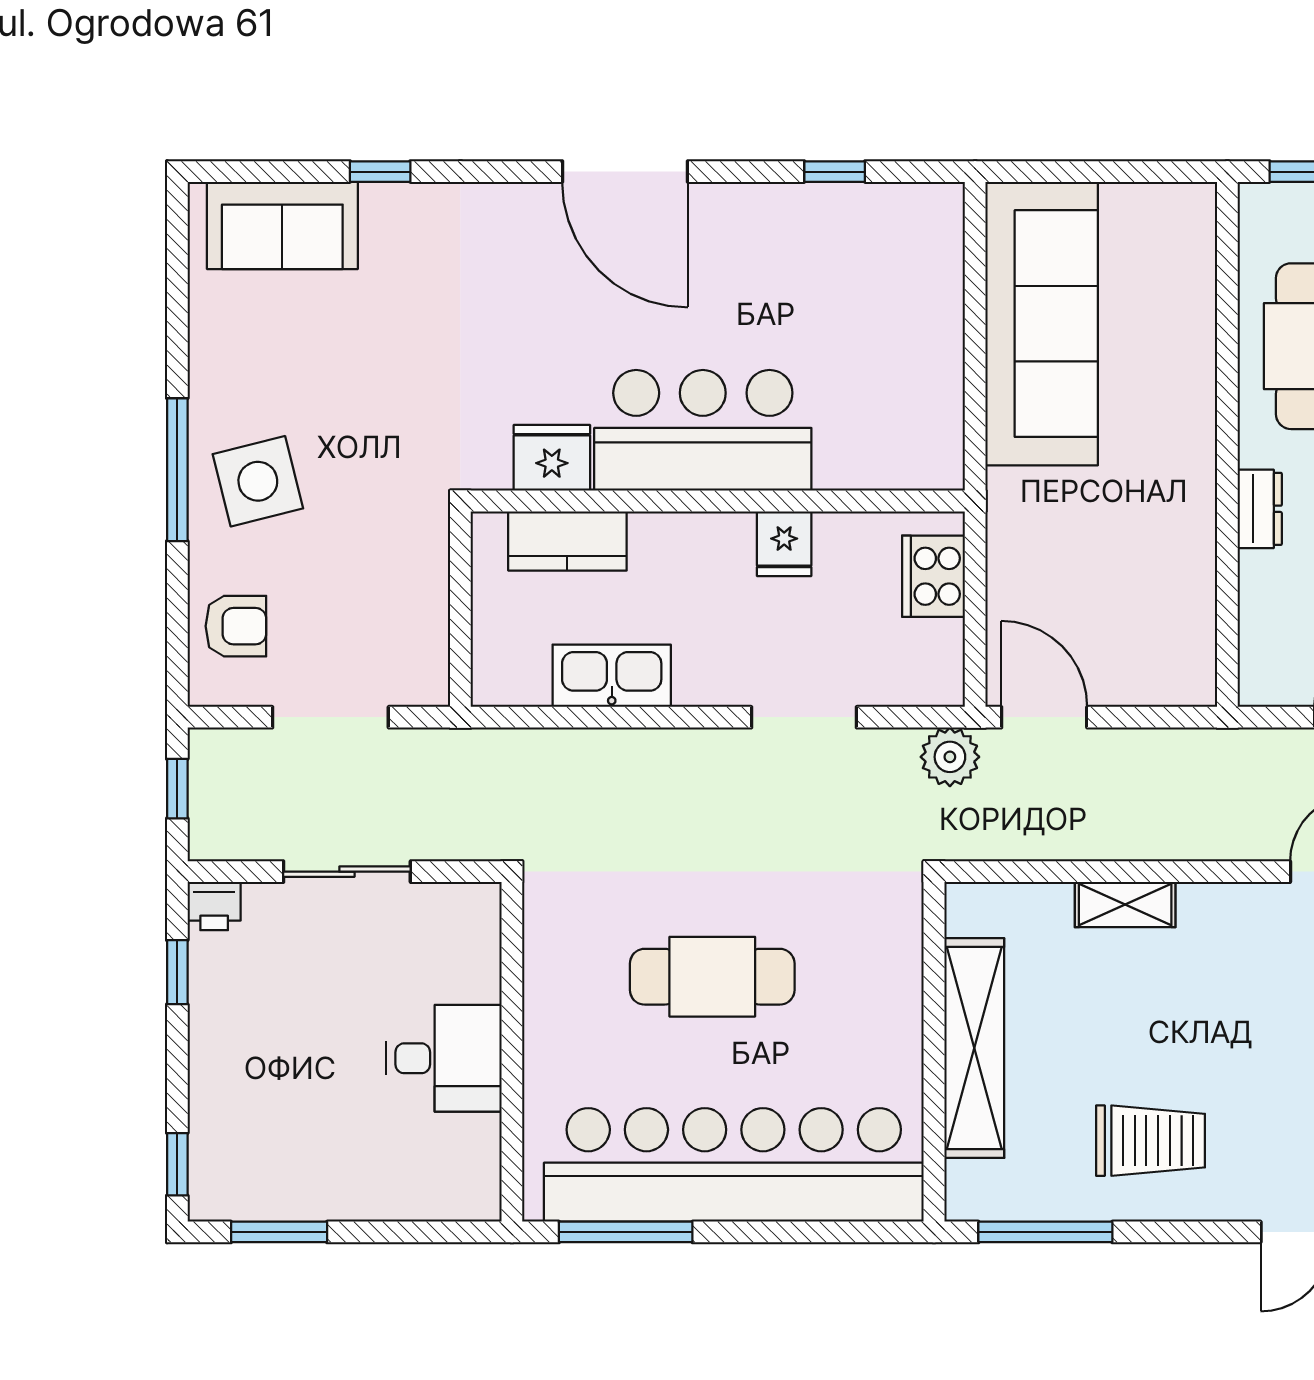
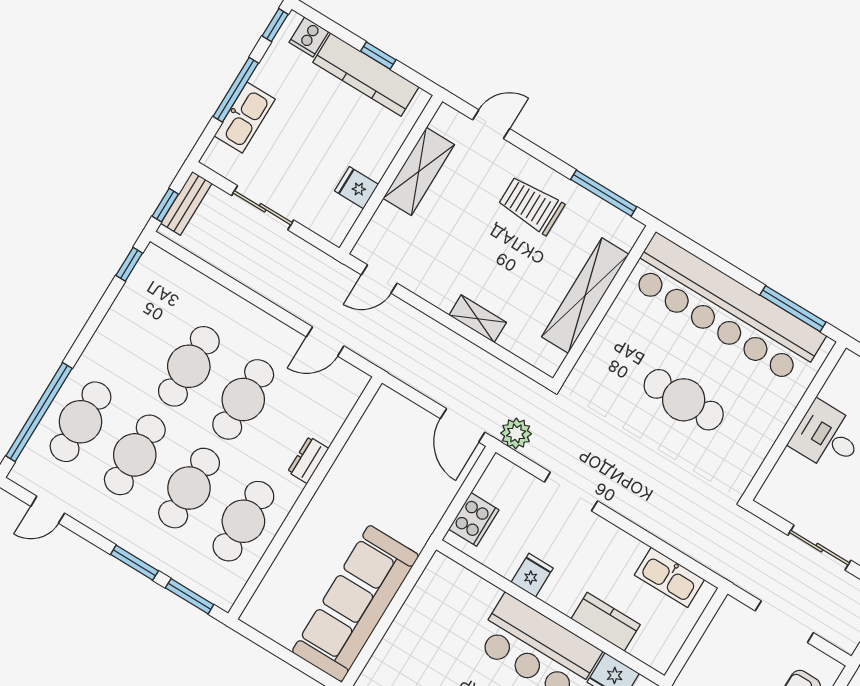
kitchen counter: (567, 541) -> (606, 622), moved
kitchen sink: (612, 676) -> (669, 577), moved

